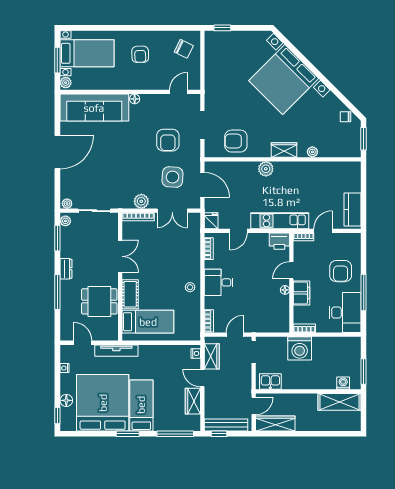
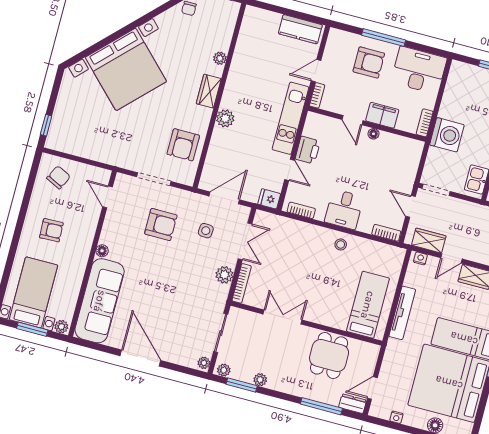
side table: (172, 177) -> (206, 231), width x0.54, depth x0.54
door: (323, 231) -> (316, 71), hinge flipped
printer: (279, 241) -> (308, 150), moved
plant: (66, 252) -> (260, 380), added
dresser: (66, 269) -> (353, 404), moved
window: (57, 292) -> (321, 406), moved
window: (364, 293) -> (384, 38), moved
cot: (130, 294) -> (330, 317), removed
tv unit: (116, 351) -> (402, 313), moved

